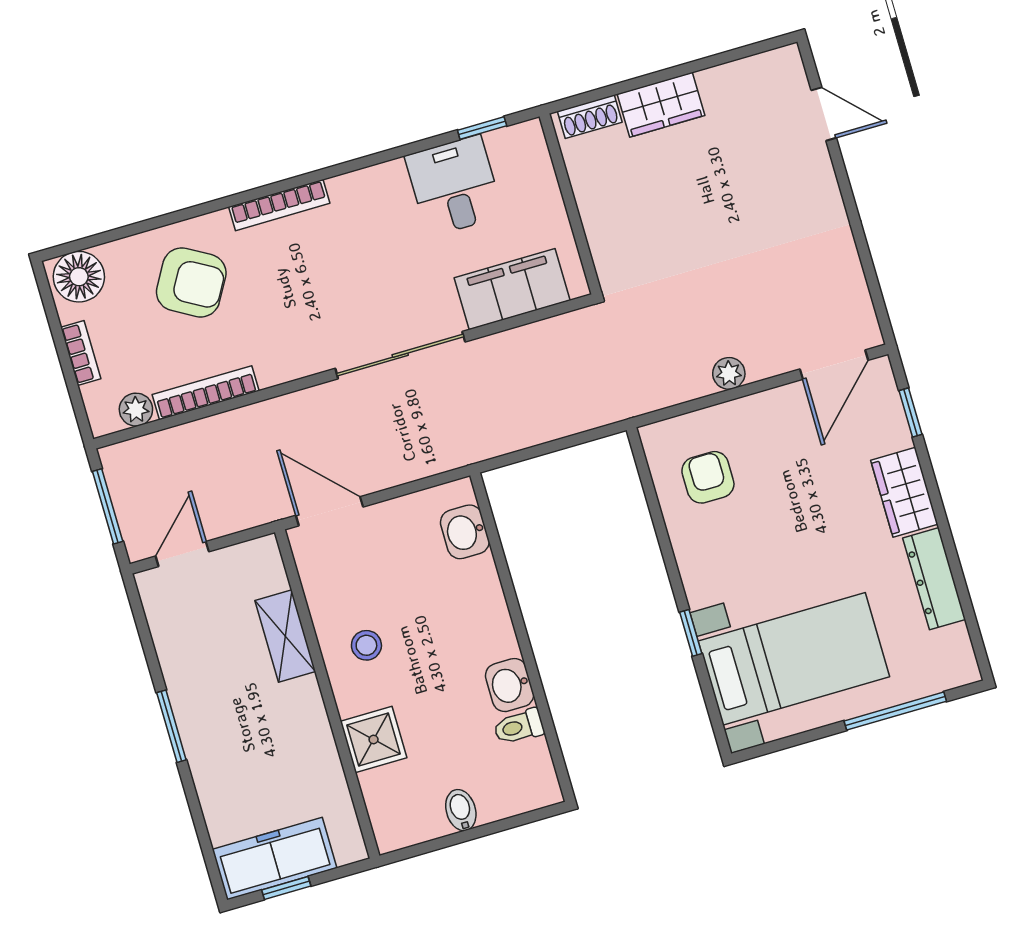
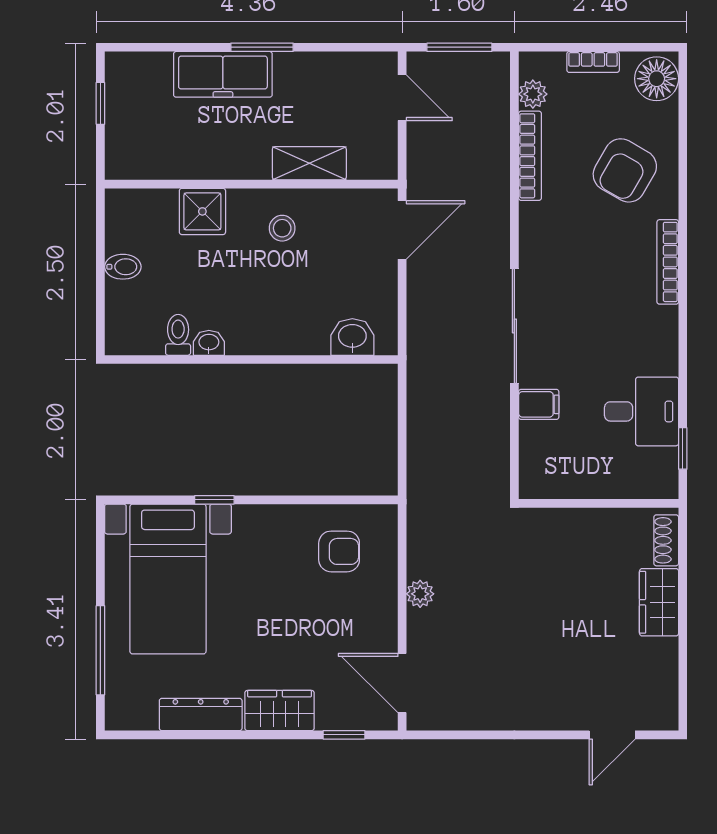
filing cabinet: (512, 289) -> (539, 404), width x0.33, depth x0.86
washbasin: (510, 685) -> (209, 343), width x0.72, depth x0.69
freezer: (275, 859) -> (223, 74), moved, turned 90

